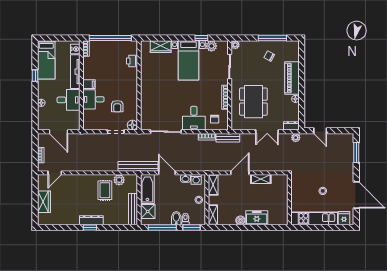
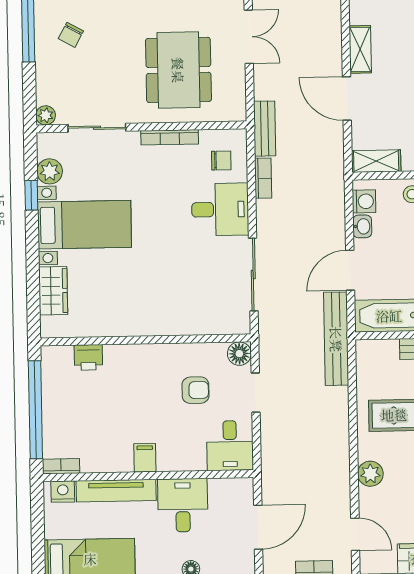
desk: (93, 99) -> (230, 446), moved
dining table: (253, 102) -> (178, 70), turned 90
plant: (119, 180) -> (370, 474), moved

